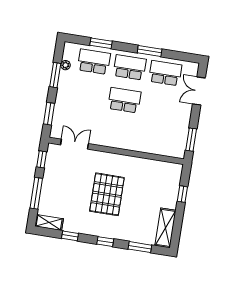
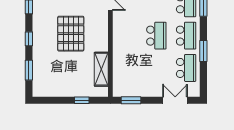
pallet: (107, 194) -> (71, 34), turned 90
shelving: (165, 228) -> (101, 69), moved, turned 90

